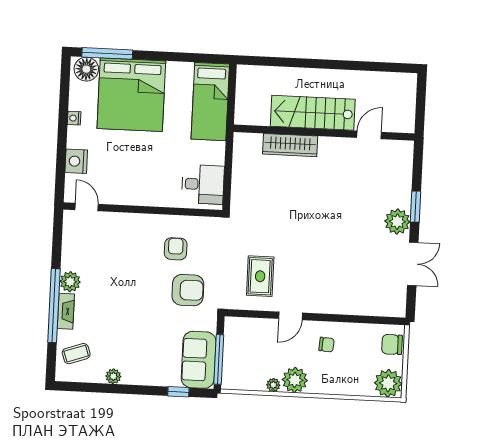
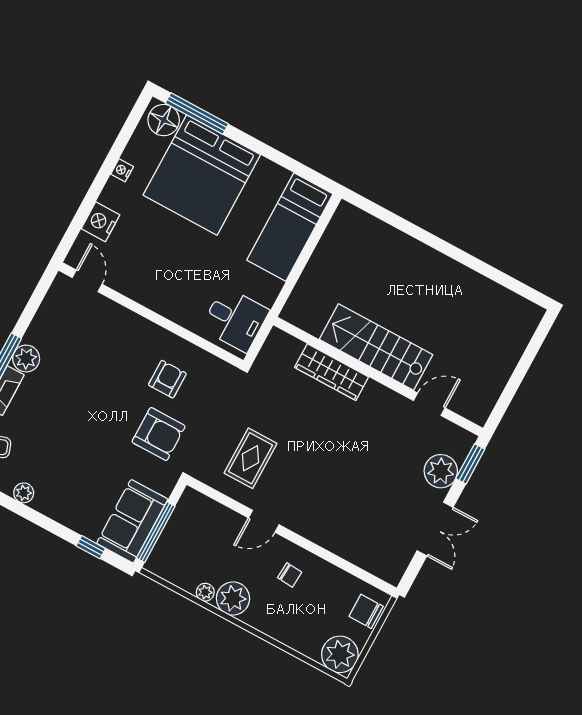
stairs: (313, 113) -> (376, 347), moved
wall: (324, 133) -> (378, 377), moved
door: (369, 135) -> (429, 404), moved
wardrobe: (290, 145) -> (332, 372), moved

